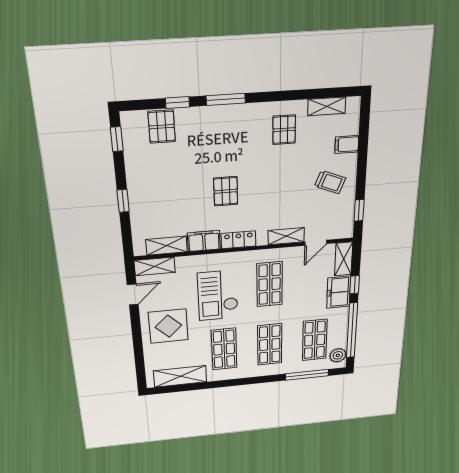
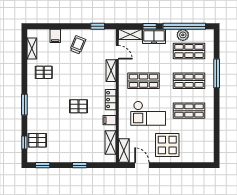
window: (177, 102) -> (24, 142), moved
filing cabinet: (204, 241) -> (110, 120), width x0.50
plant: (338, 355) -> (183, 35), moved
window: (307, 375) -> (217, 73), moved
shelving: (180, 376) -> (207, 140), removed

